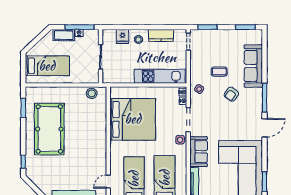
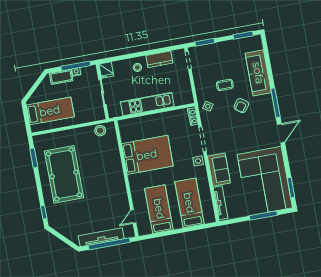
fridge: (123, 36) -> (106, 70), moved
kitchen unit: (160, 76) -> (147, 104), moved
bed: (133, 119) -> (147, 155), width x0.73

